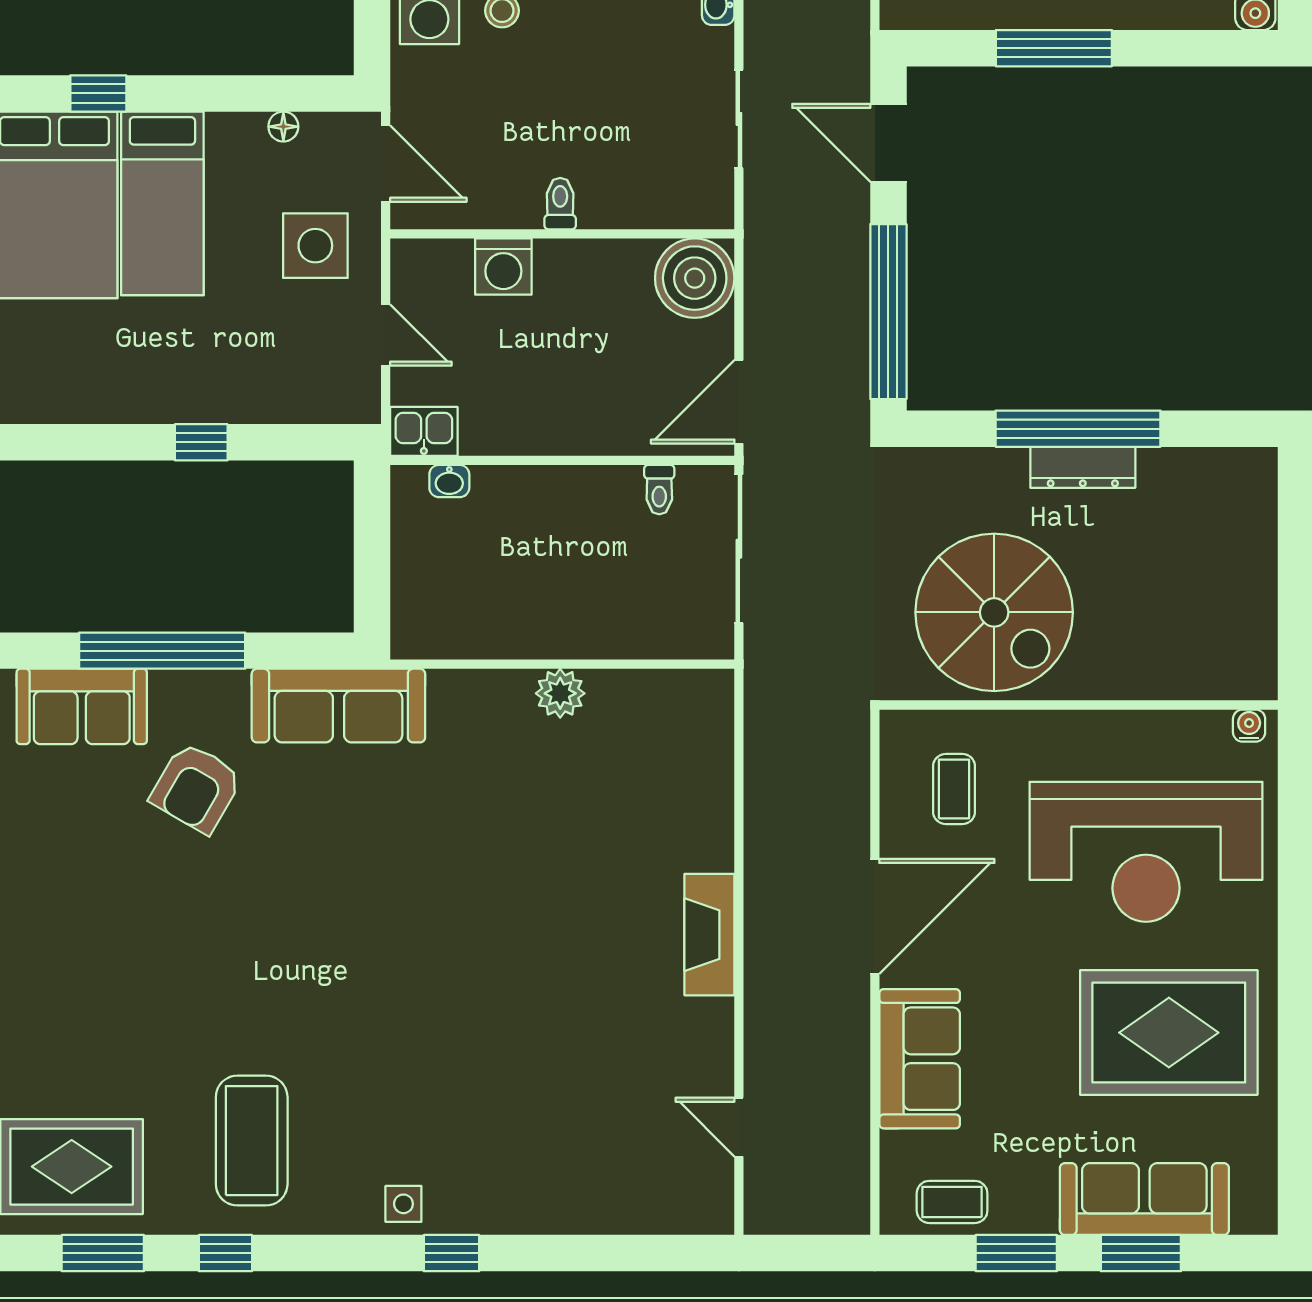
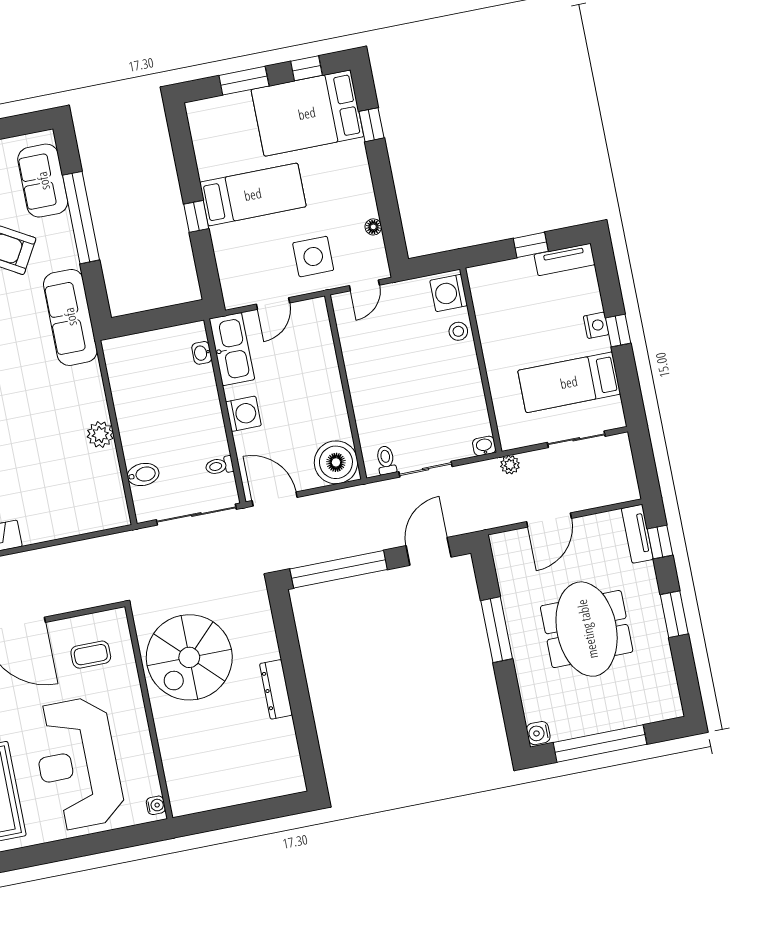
door: (386, 164) -> (364, 285), width x0.73
bed: (162, 203) -> (253, 194), moved, turned 180
toilet: (560, 204) -> (386, 460), moved, turned -90
washing machine: (503, 267) -> (243, 414), moved, turned 180
window: (1078, 429) -> (296, 683), removed
kitchen sink: (424, 431) -> (232, 349), width x1.88, depth x1.24
bidet: (648, 630) -> (143, 475), added

